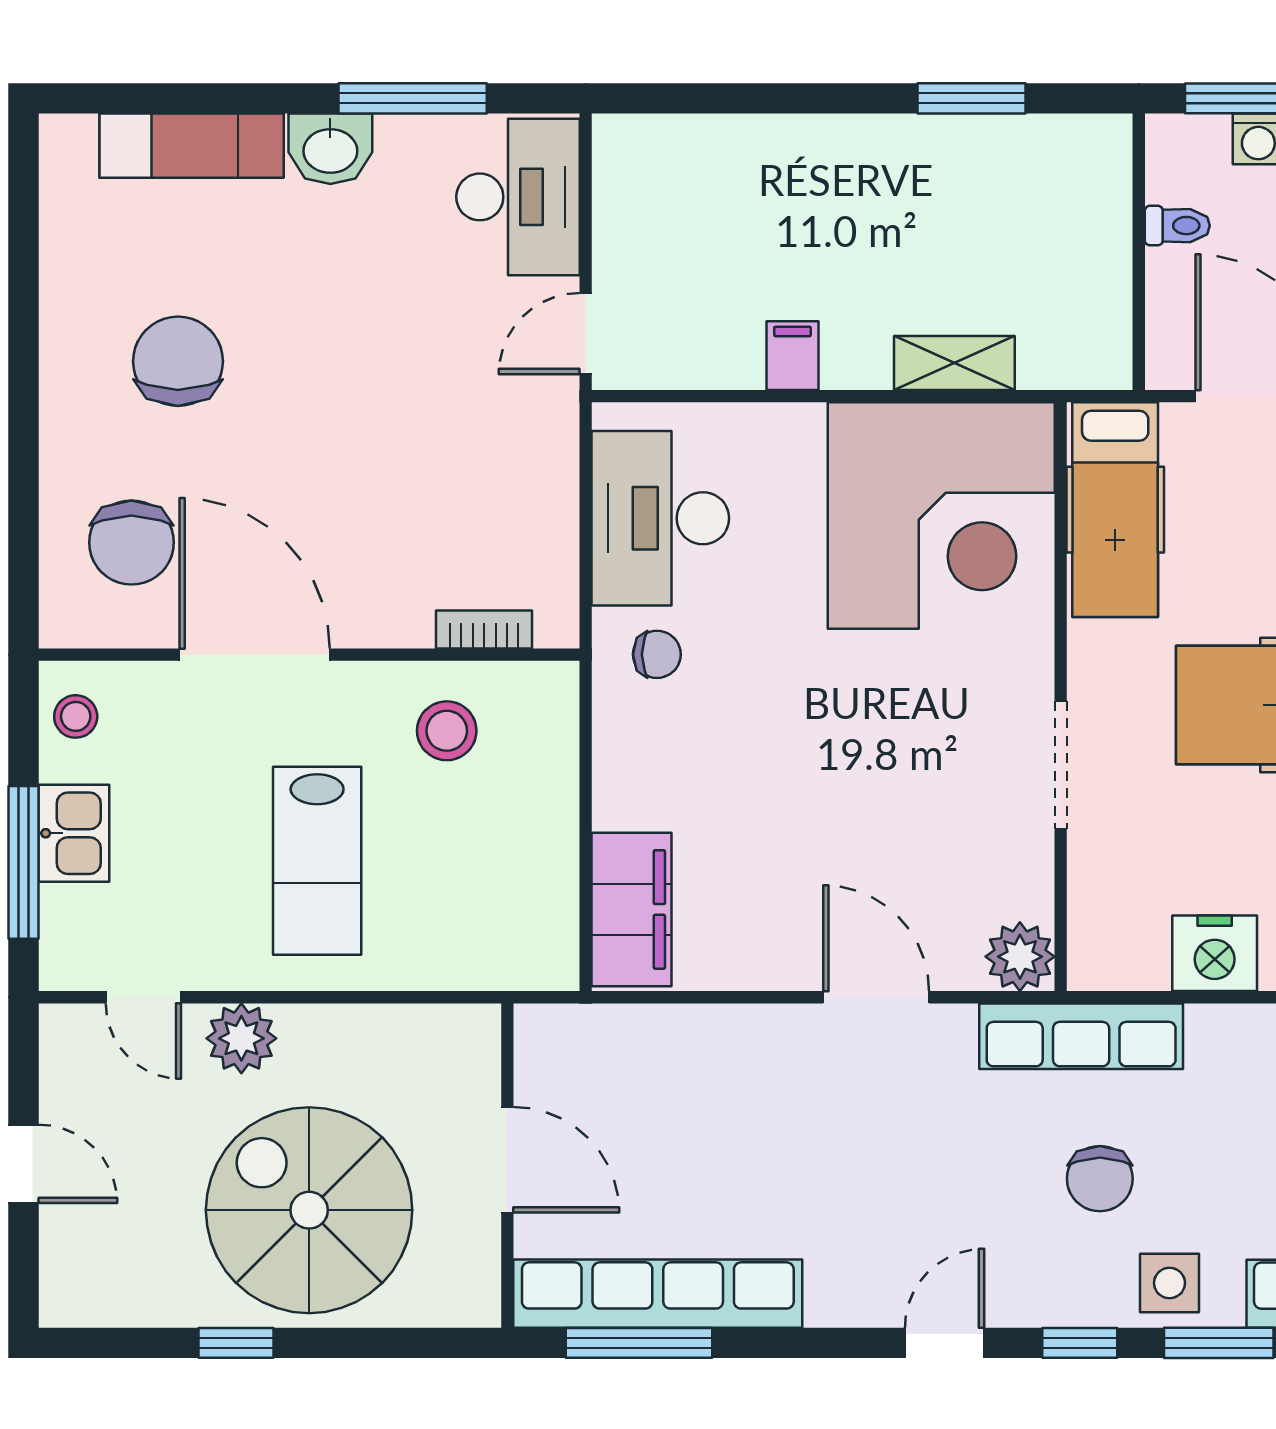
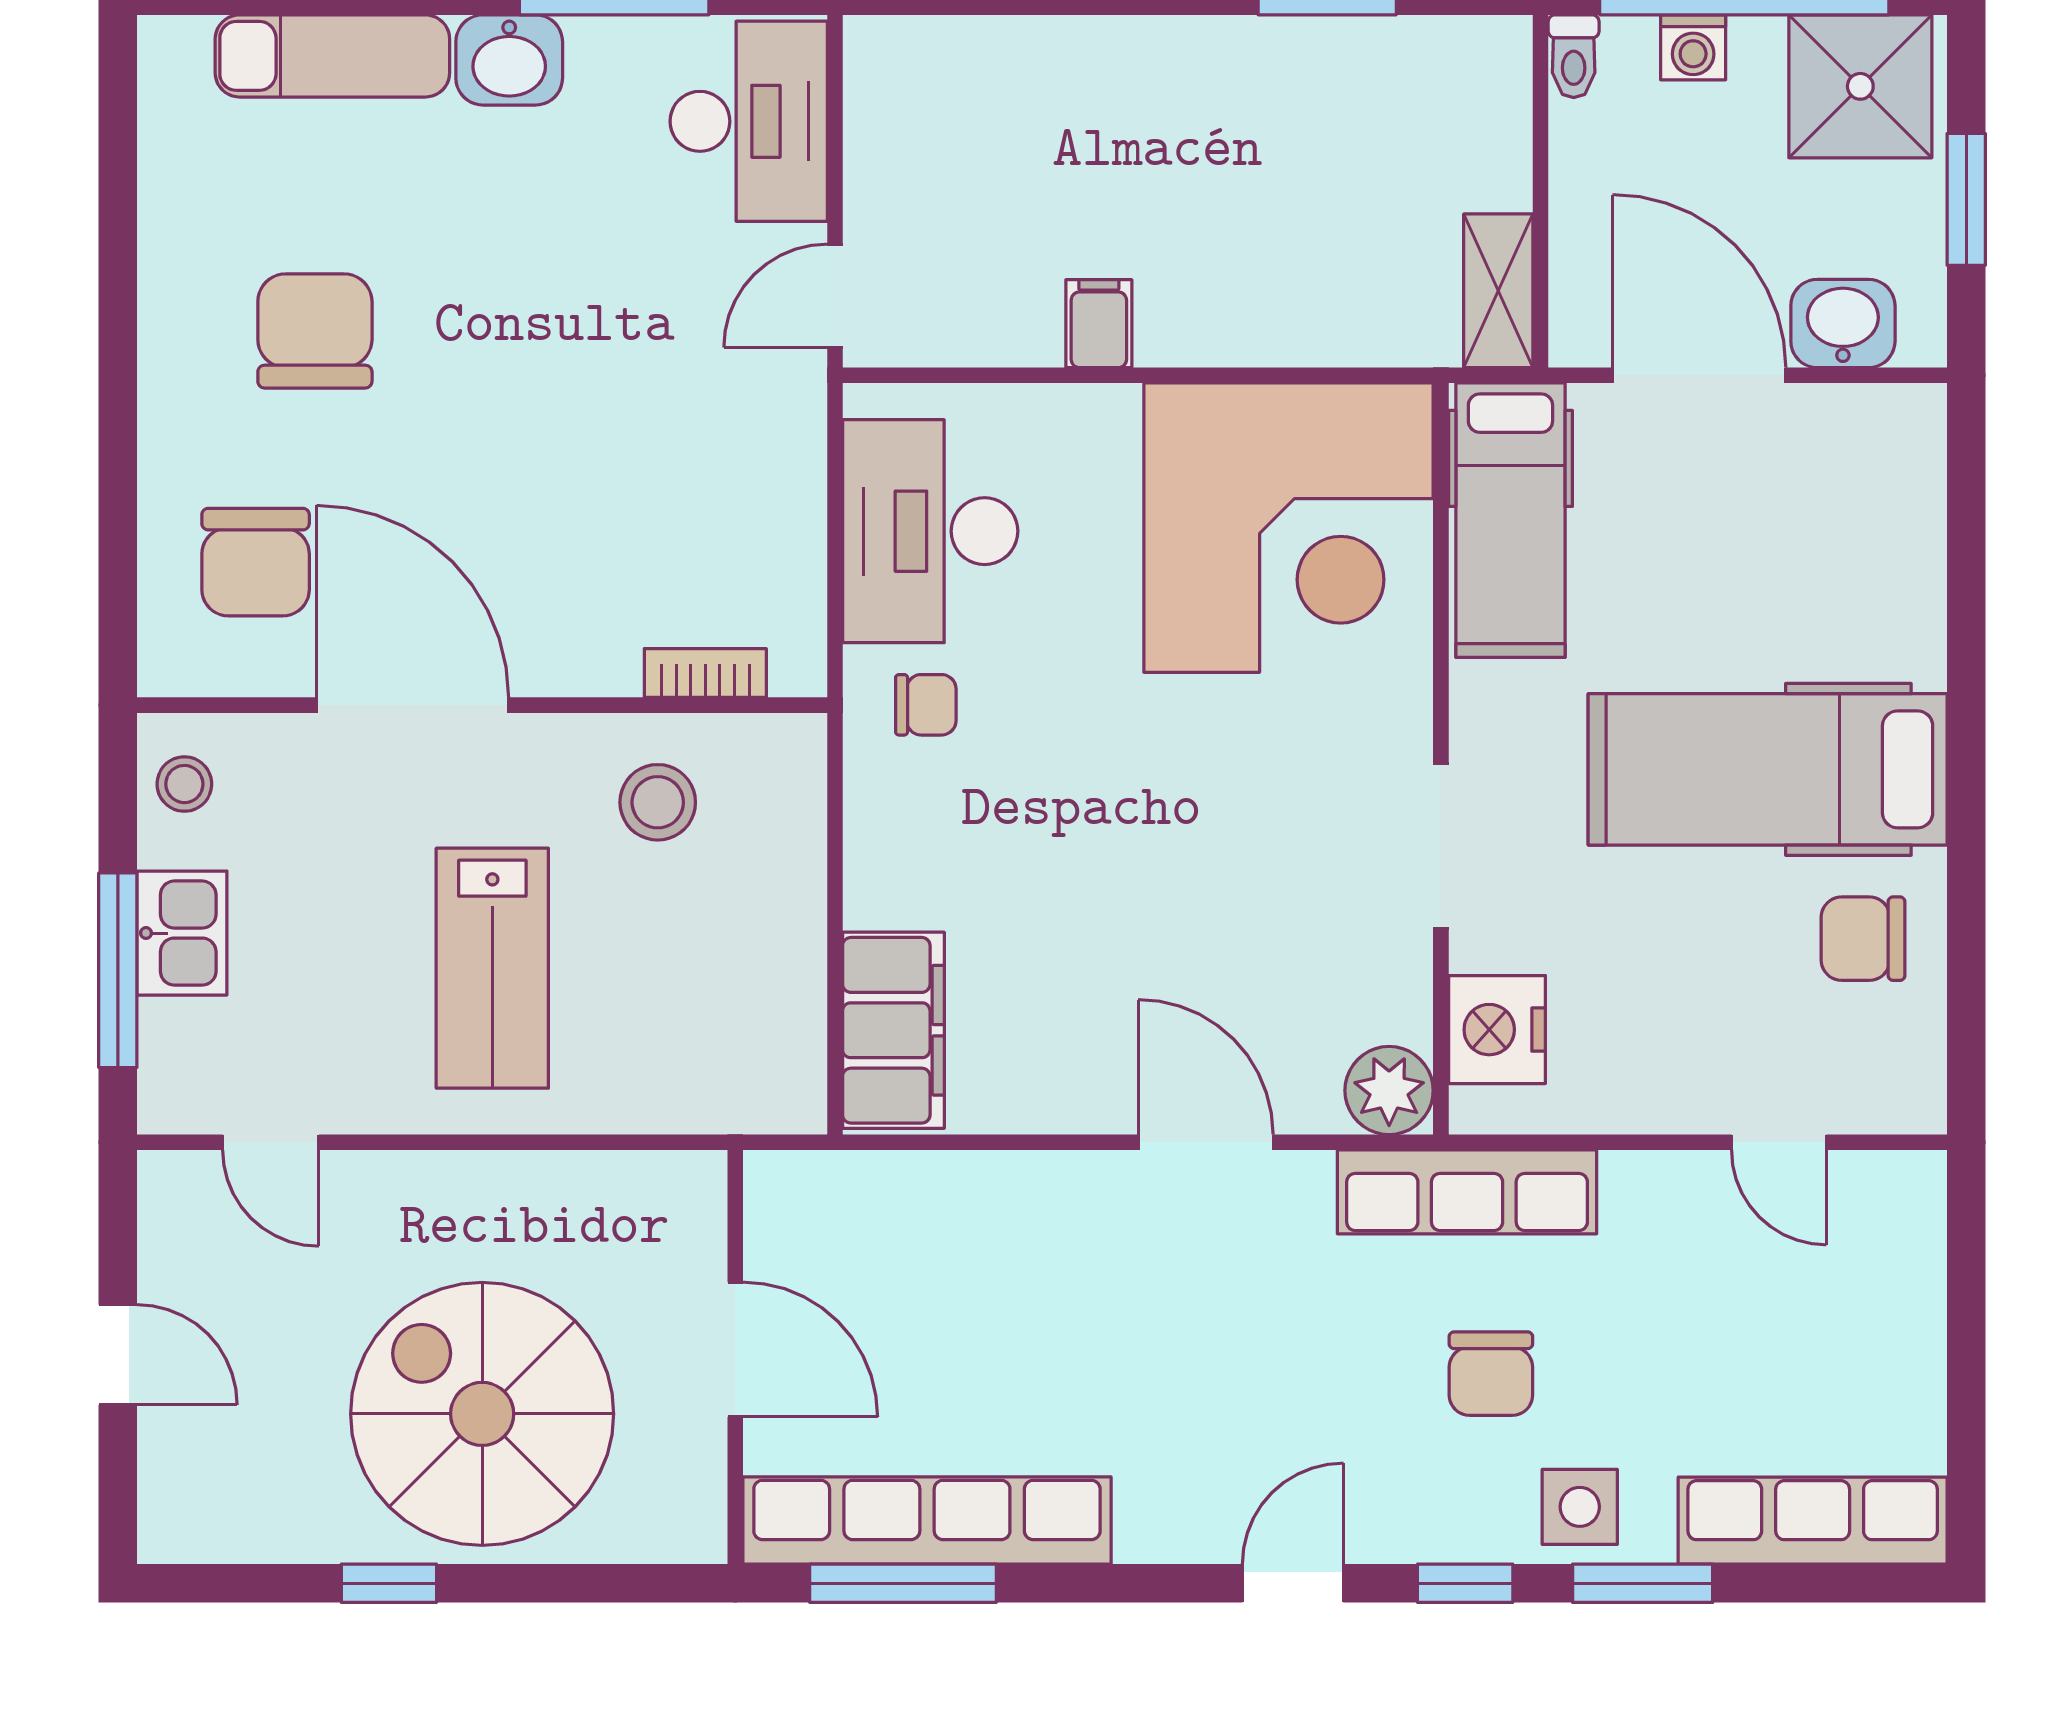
toilet: (1177, 226) -> (1574, 56), moved, turned 90
shelving: (954, 363) -> (1498, 291), moved, turned 90
nightstand: (1215, 953) -> (1497, 1030), moved, turned 90
plant: (241, 1038) -> (396, 1195), removed

